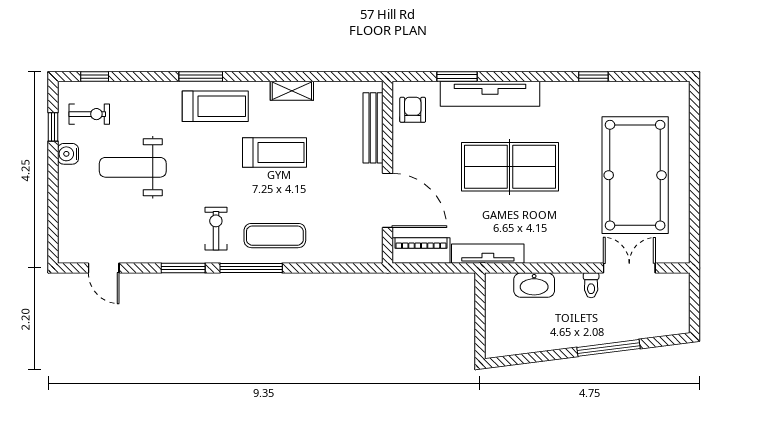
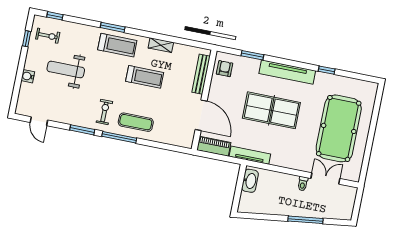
tv unit: (490, 94) -> (287, 72), moved
water cooler: (68, 154) -> (28, 76), moved
washbasin: (534, 285) -> (250, 181), moved, turned -90

